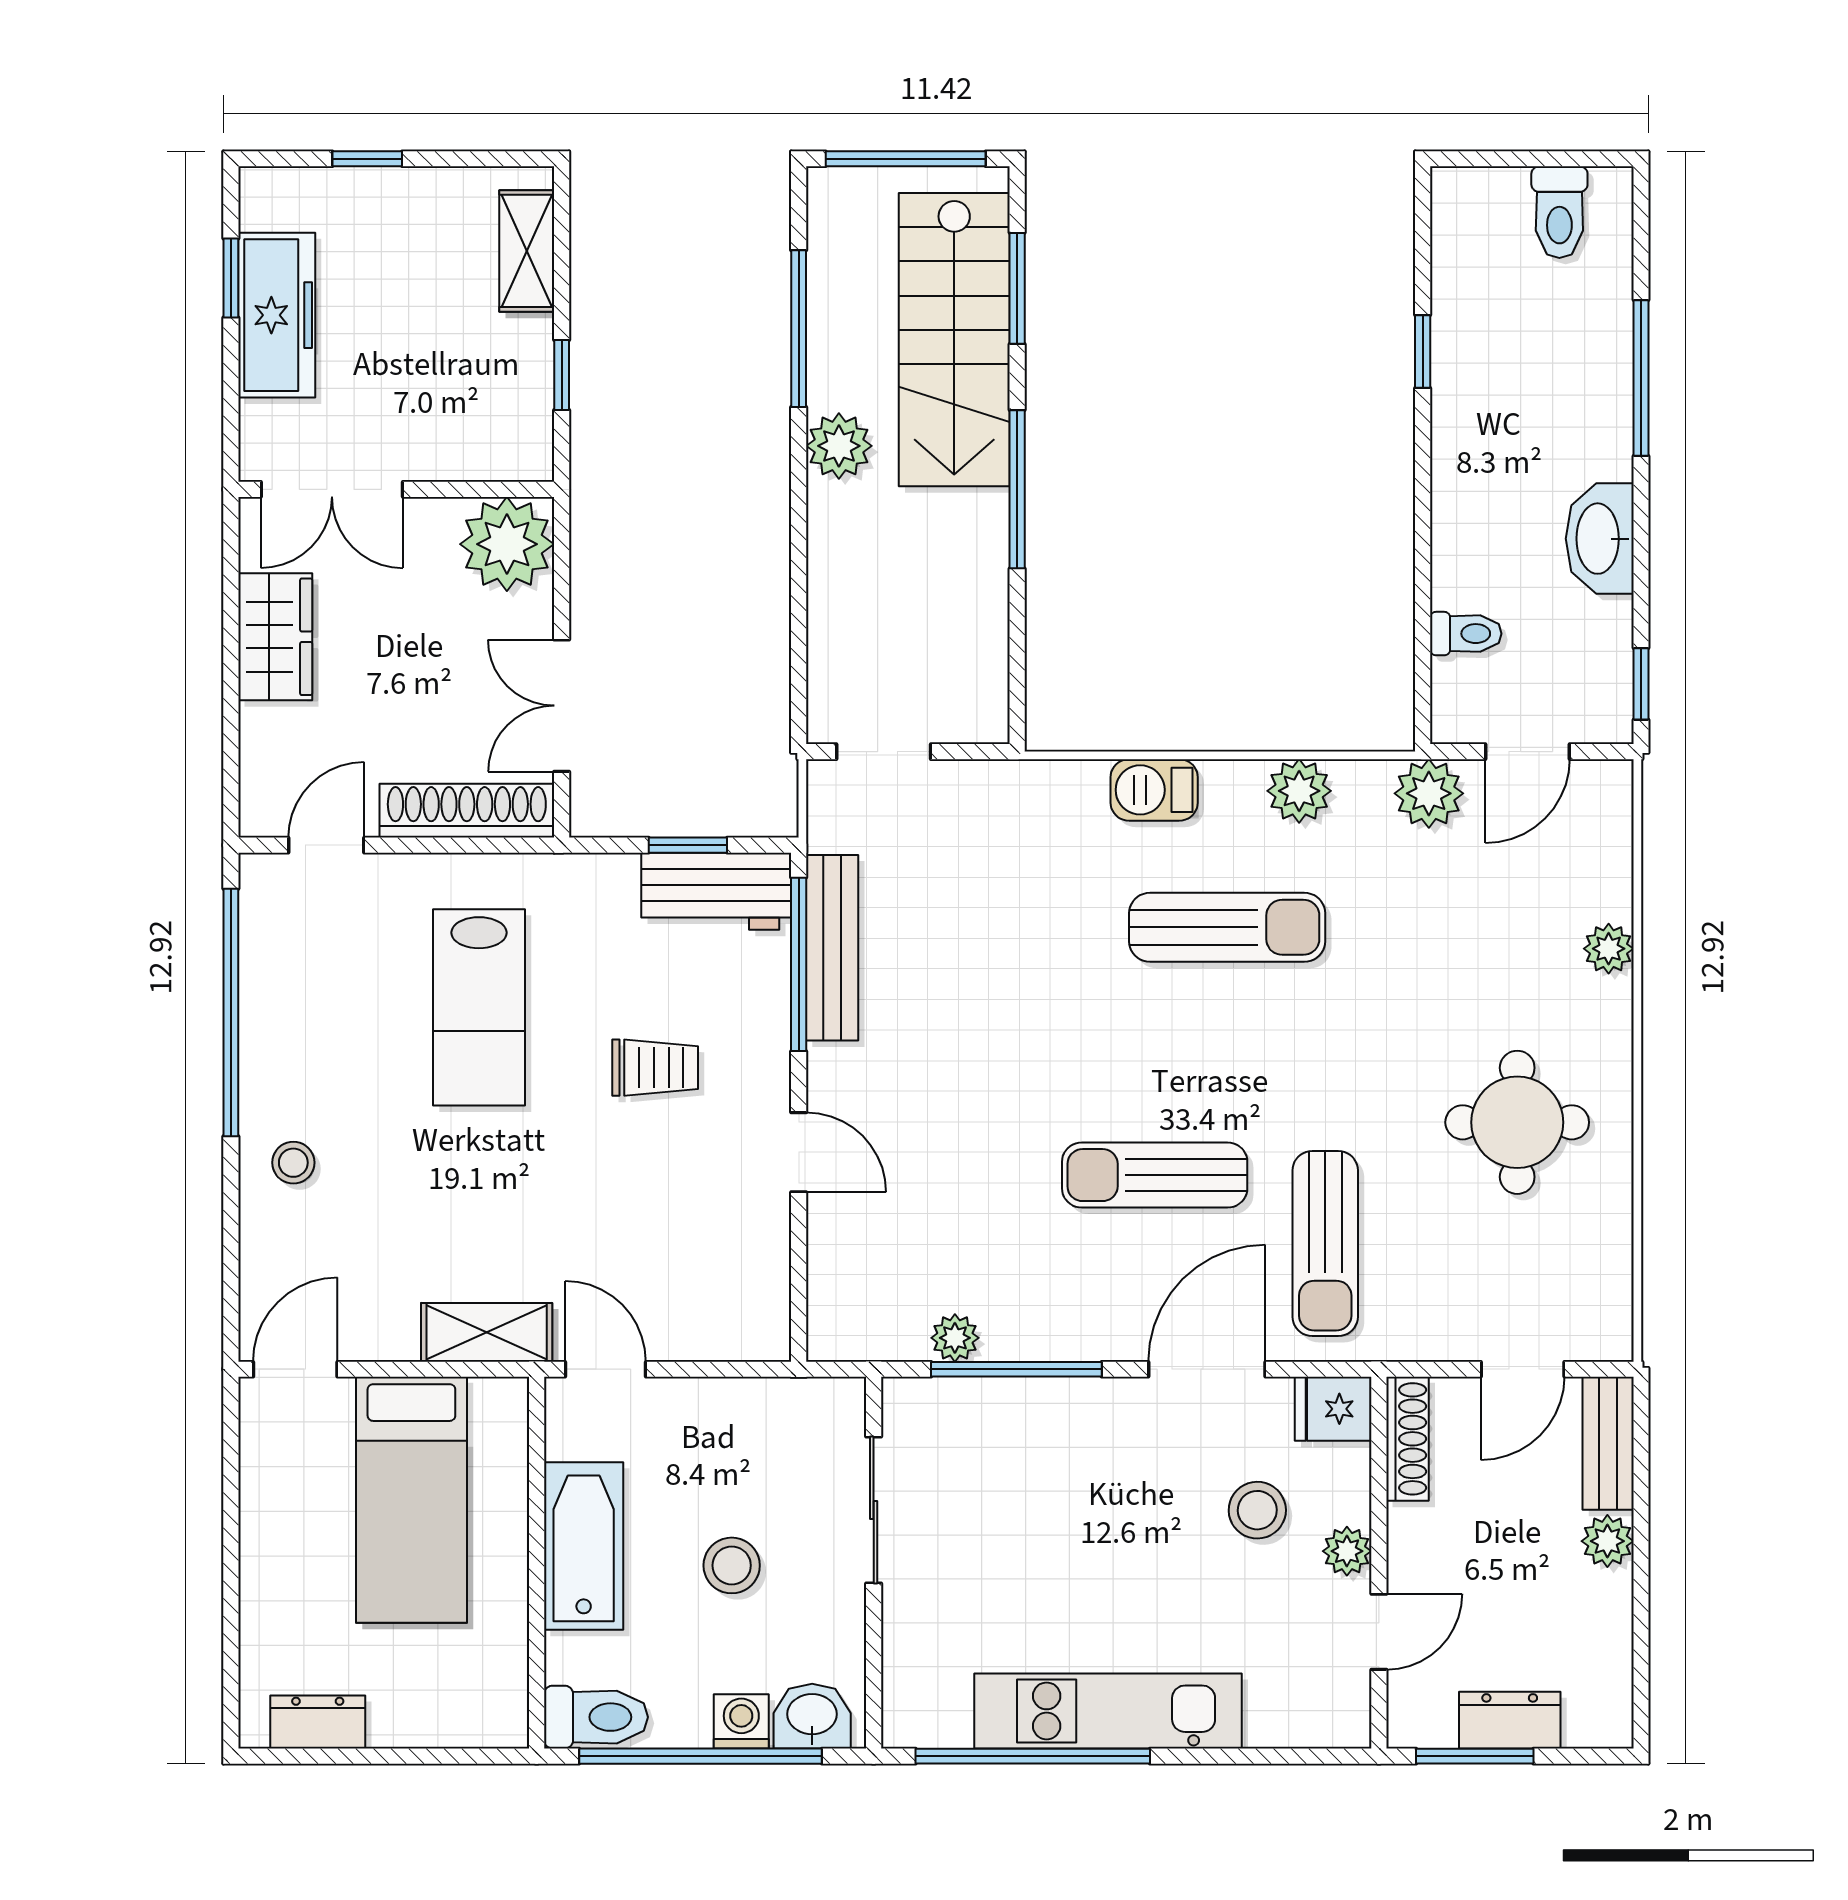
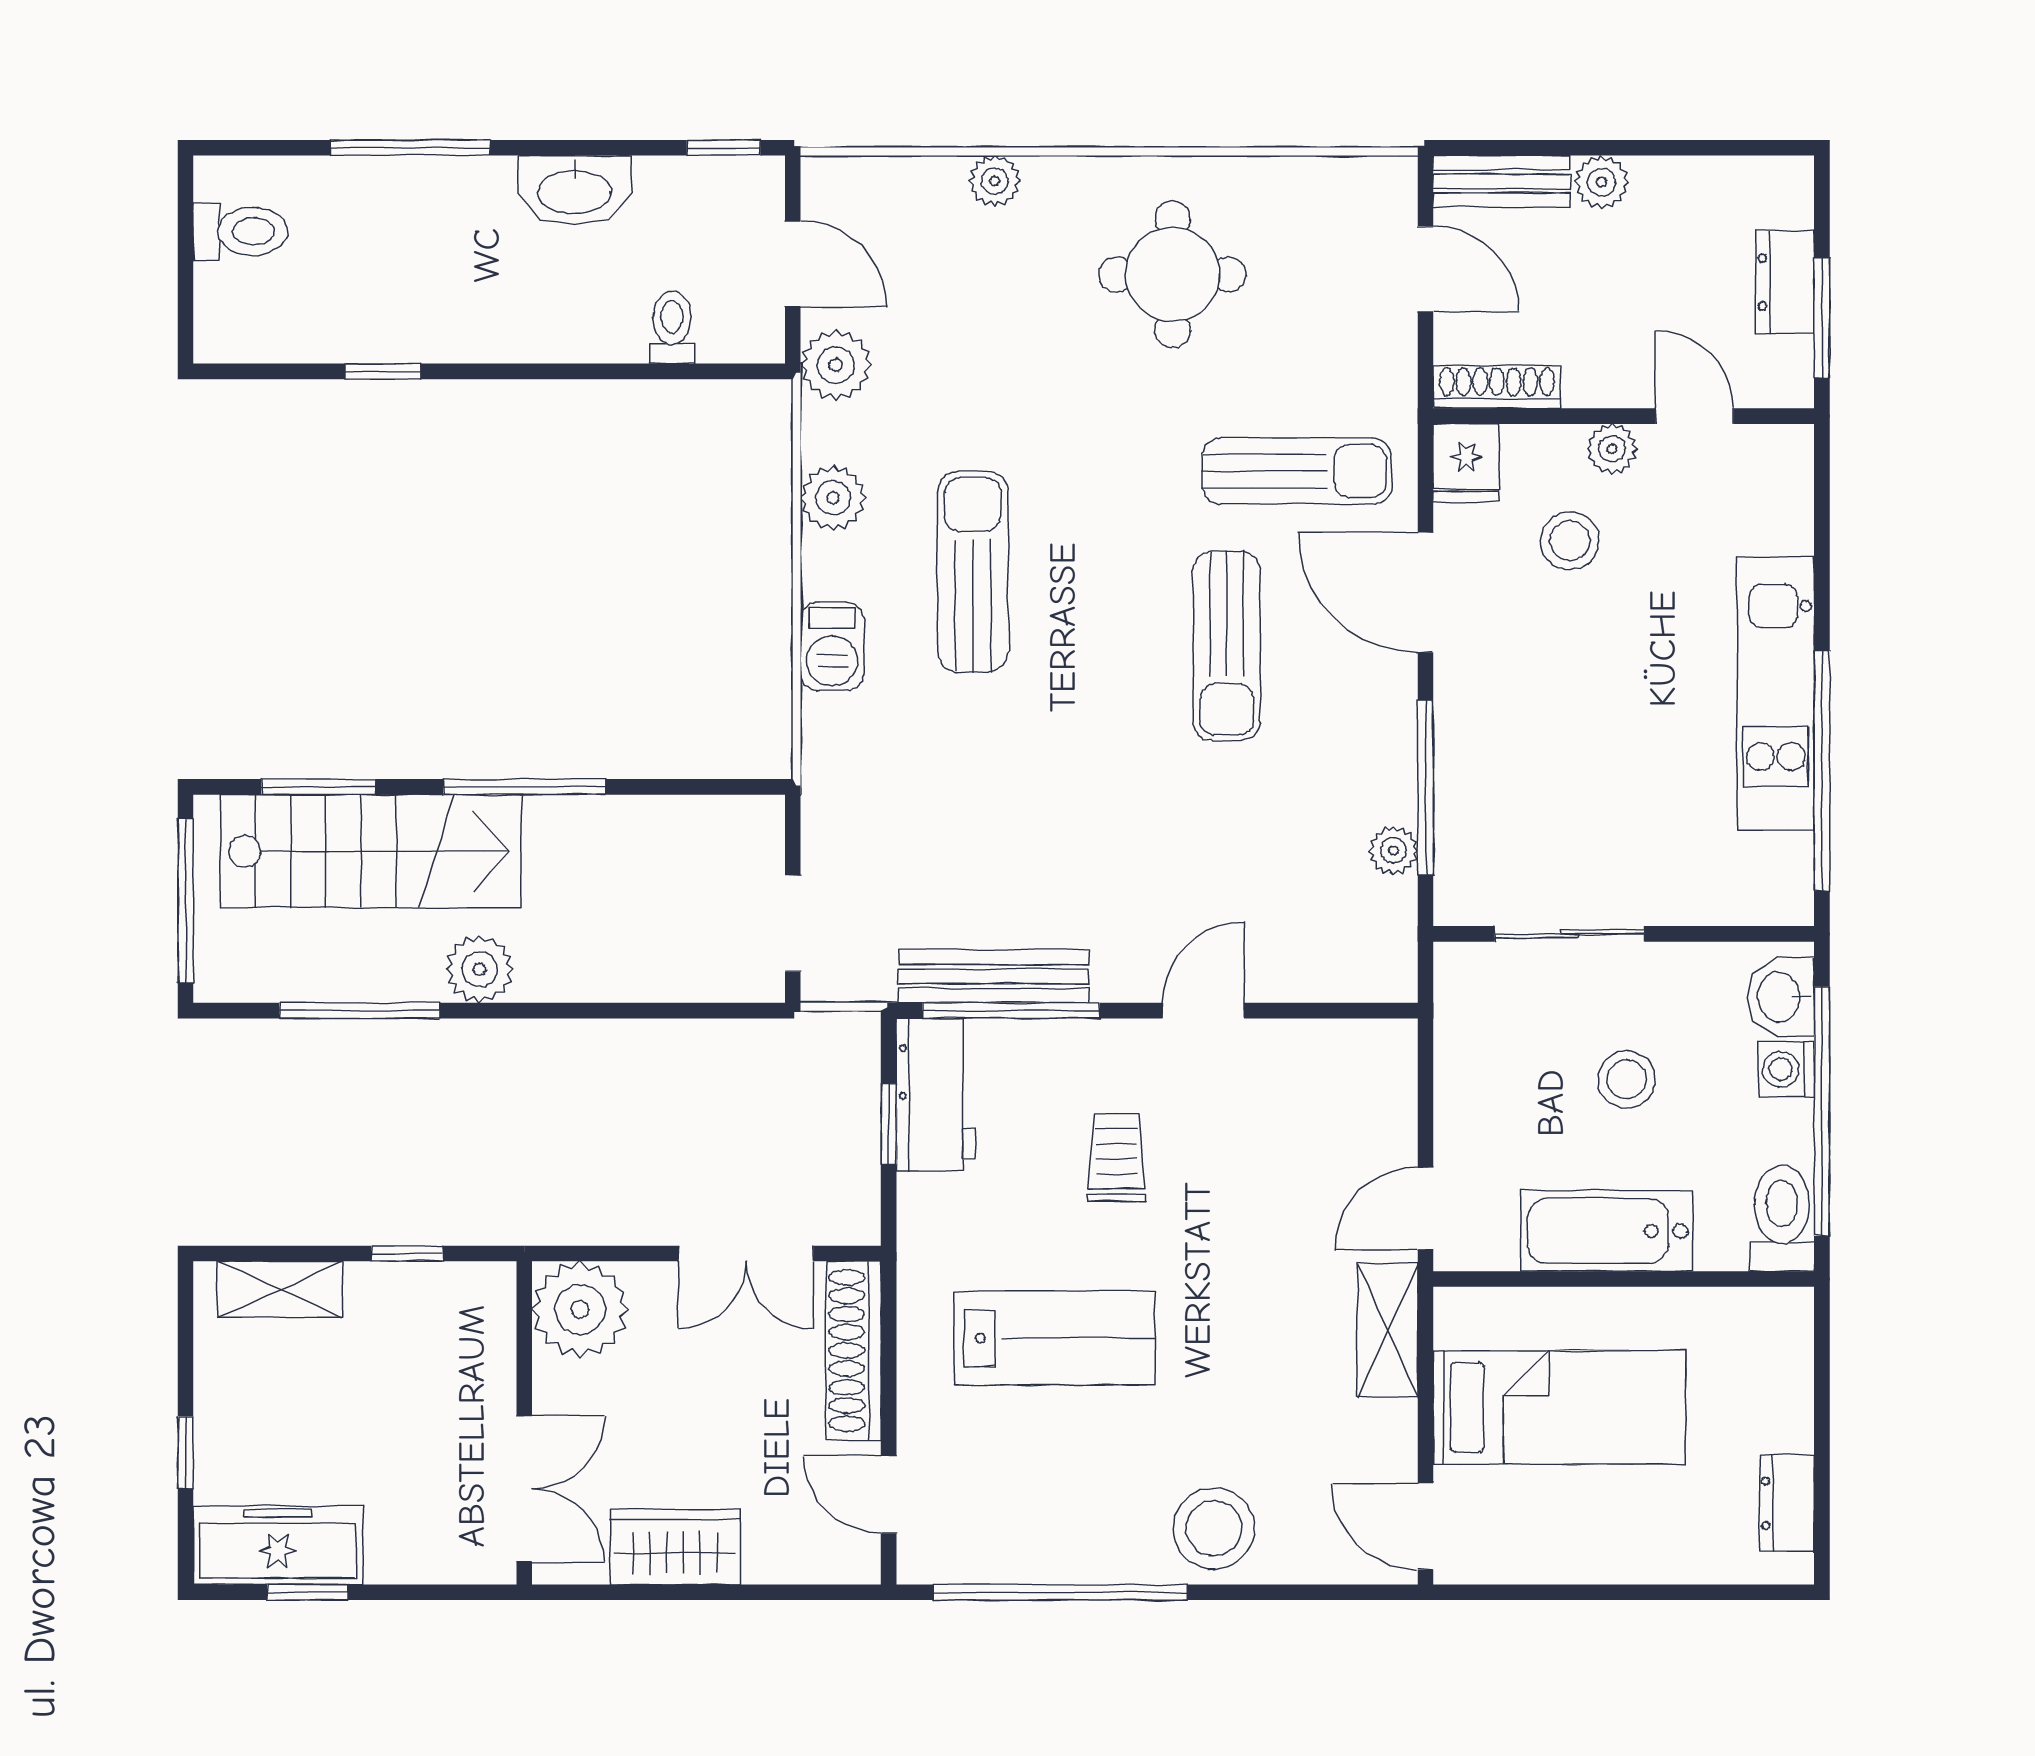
freezer: (277, 315) -> (278, 1545), moved
stool: (293, 1163) -> (1214, 1528), width x1.89, depth x1.89

